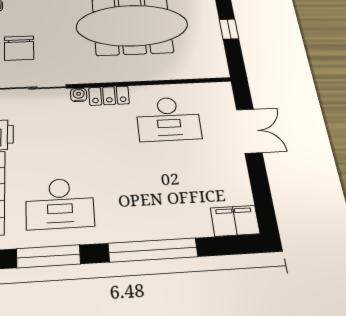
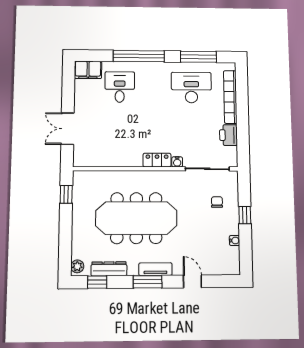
window: (229, 29) -> (66, 194), moved
chair: (19, 48) -> (217, 202), width x0.54, depth x0.54
desk: (168, 119) -> (120, 87), moved, width x0.73

